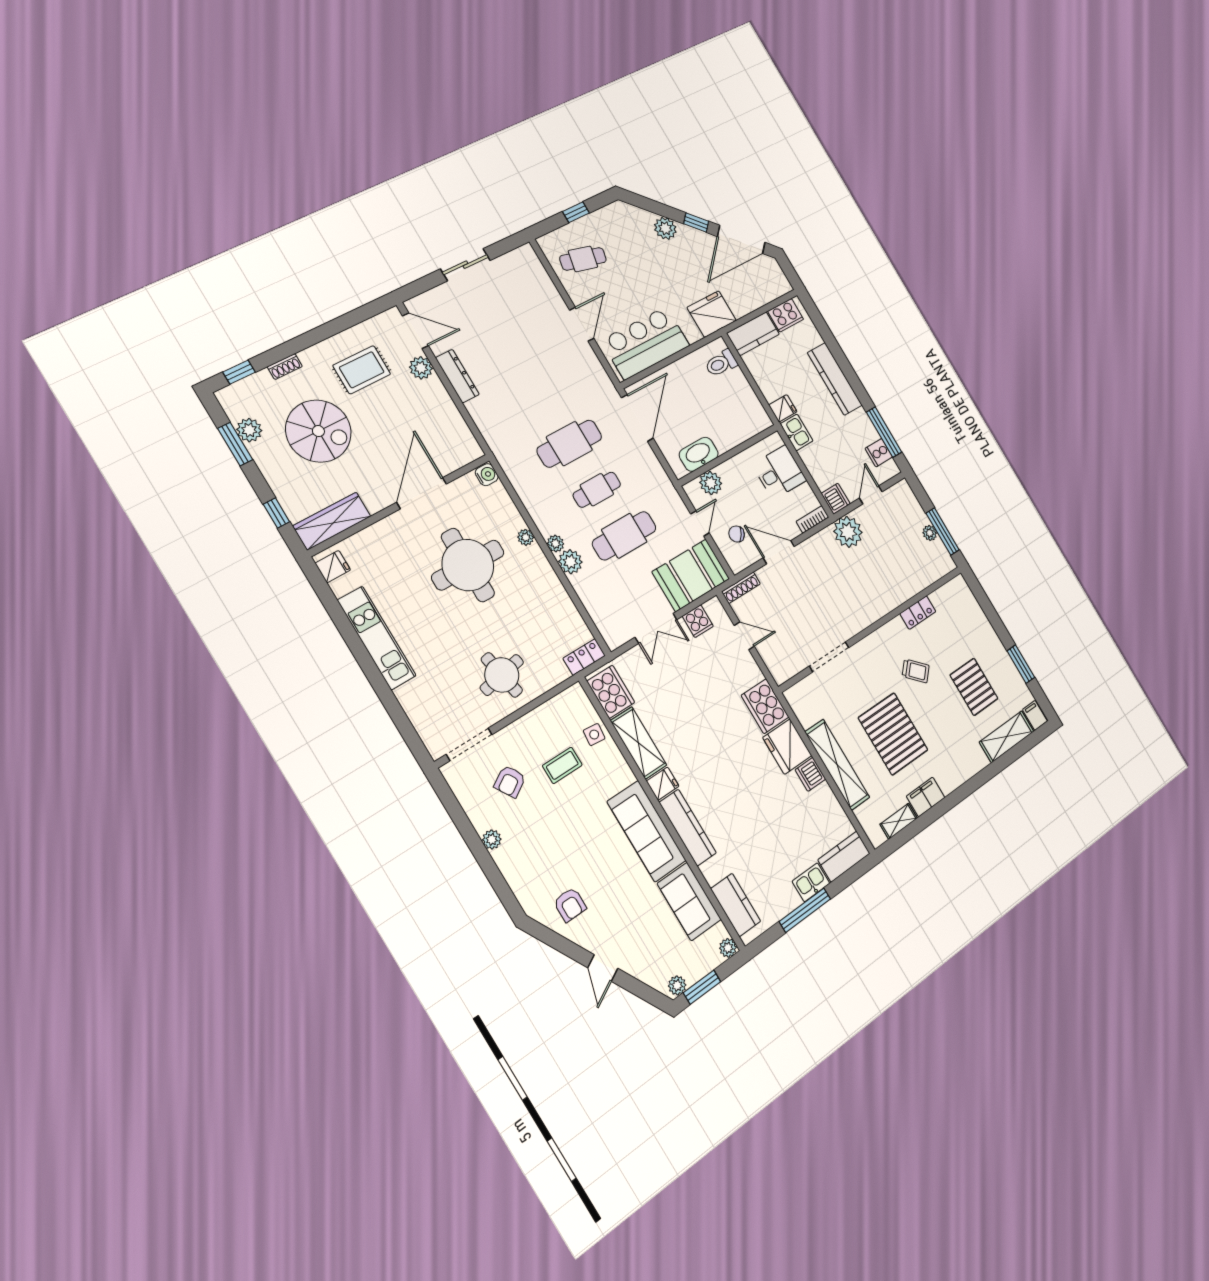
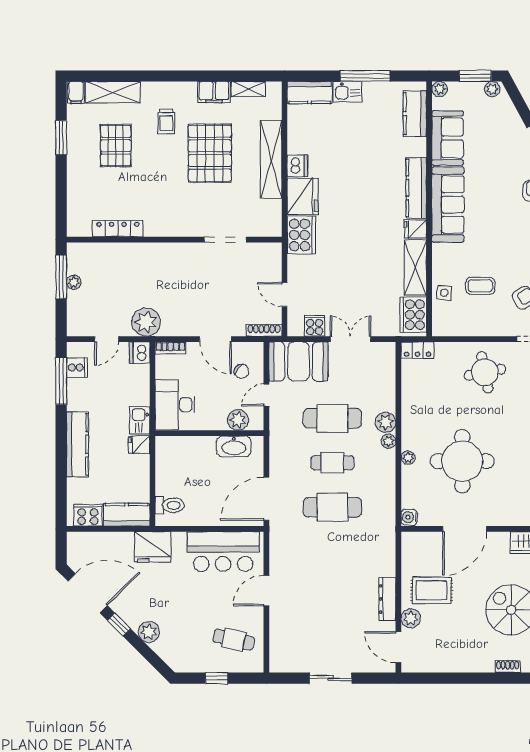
rug: (362, 370) -> (432, 590), moved
desk: (779, 472) -> (175, 405), width x1.37
locker: (918, 613) -> (118, 229), width x1.53
trolley: (916, 671) -> (166, 121), moved, turned -134

